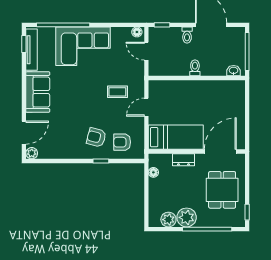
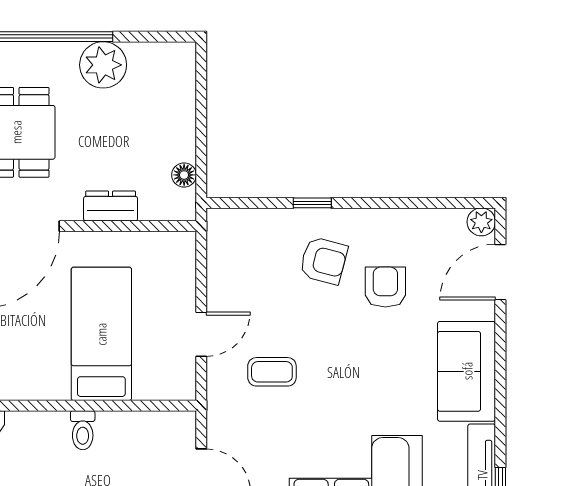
bed: (176, 137) -> (101, 334), moved, turned 90
armchair: (122, 142) -> (385, 287), moved, turned -90
plant: (168, 220) -> (147, 60), removed

